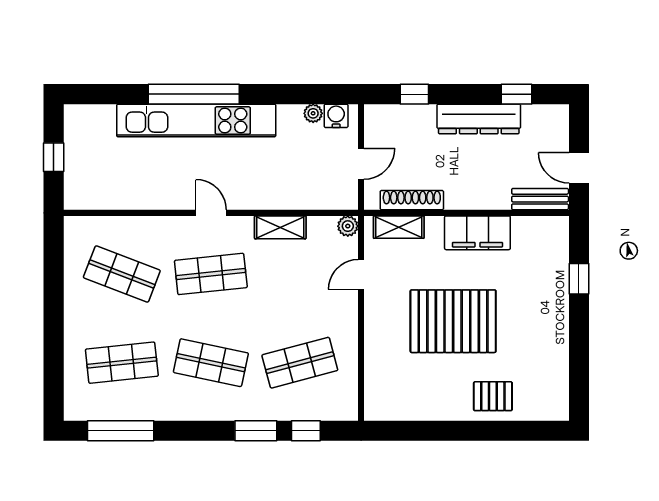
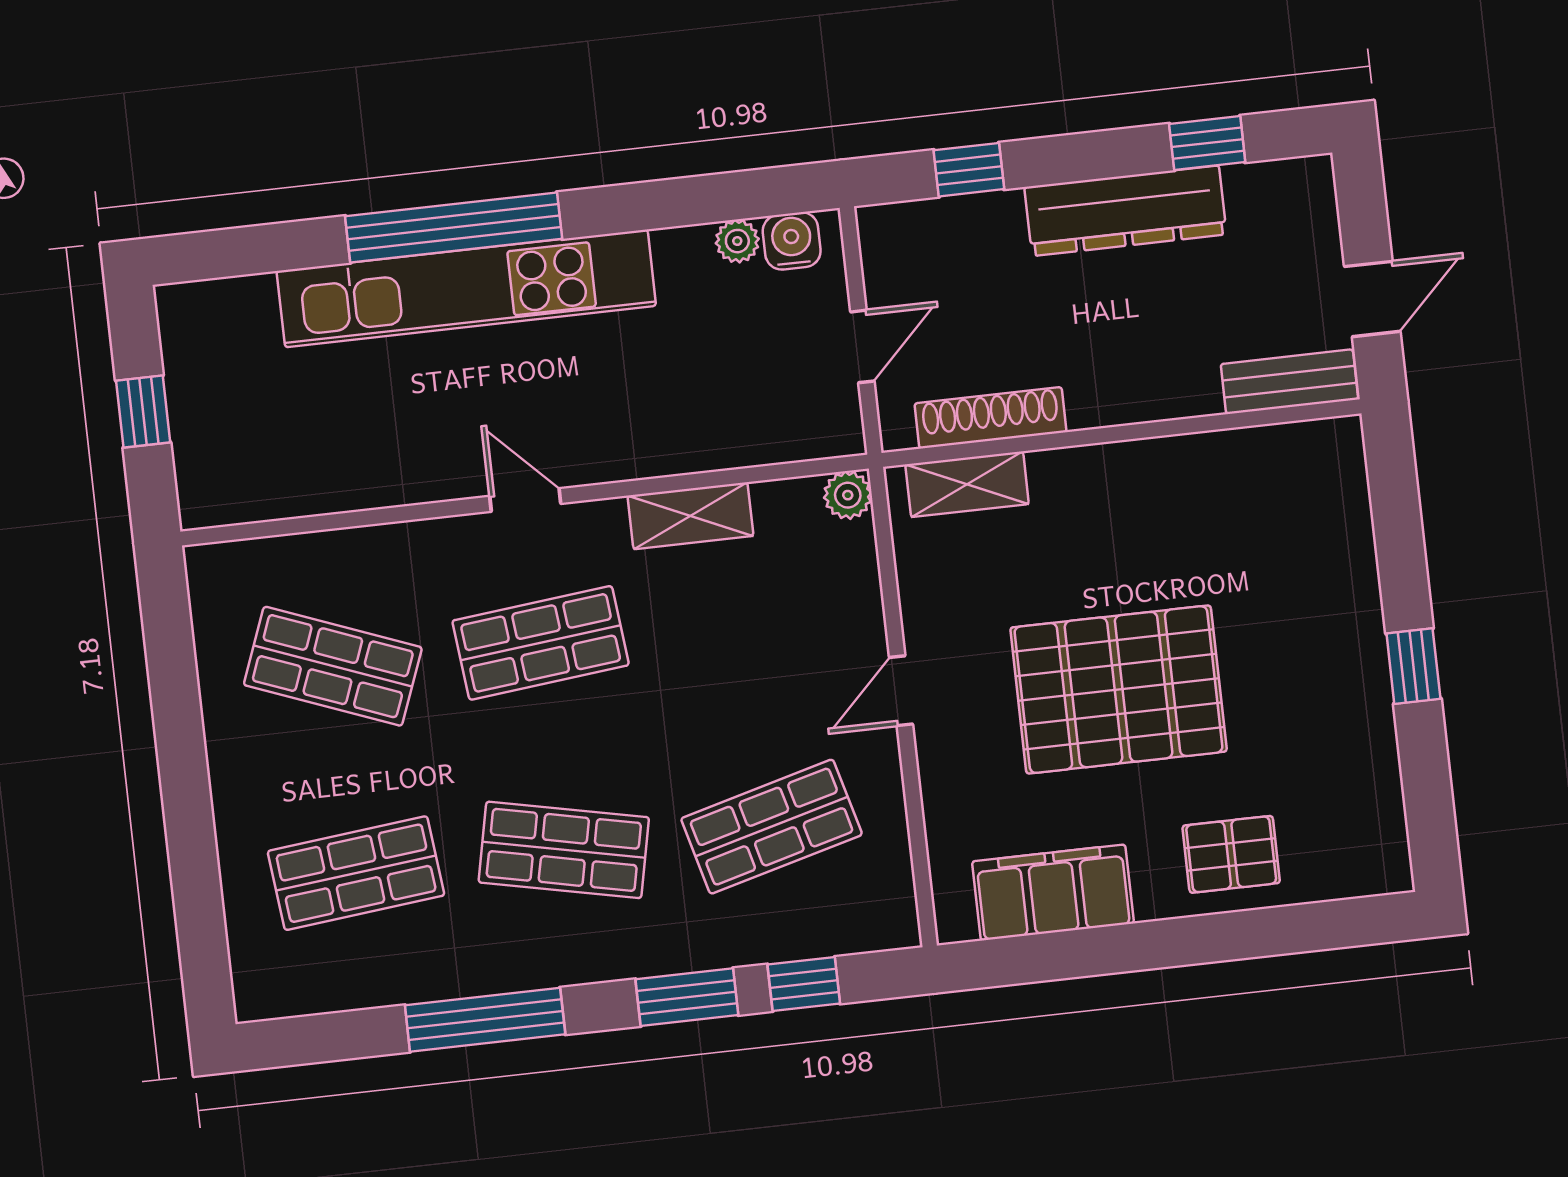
door: (579, 168) -> (1372, 299), swing flipped
filing cabinet: (477, 233) -> (1053, 892), moved, turned 180
door: (361, 274) -> (901, 691), moved
window: (579, 279) -> (1413, 666), moved
window: (121, 431) -> (485, 1020), moved

